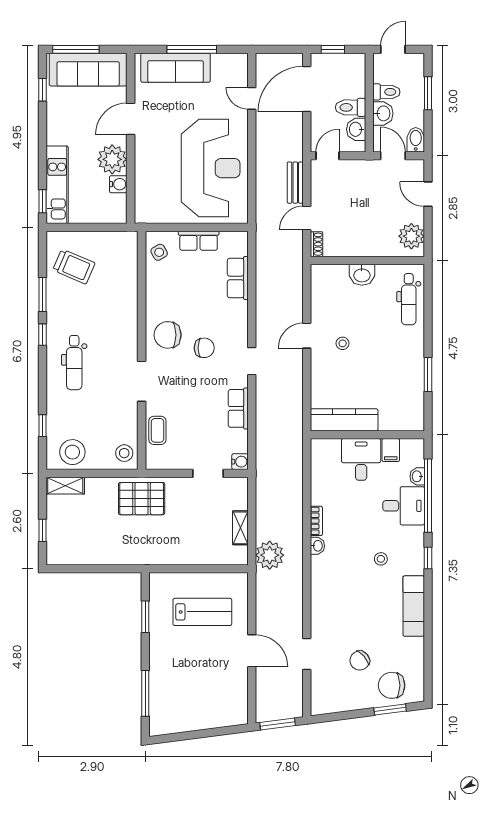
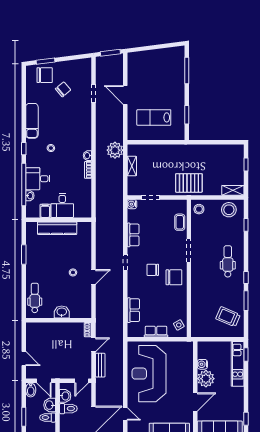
plant: (411, 236) -> (33, 334), removed
kitchen counter: (344, 420) -> (57, 228), moved

